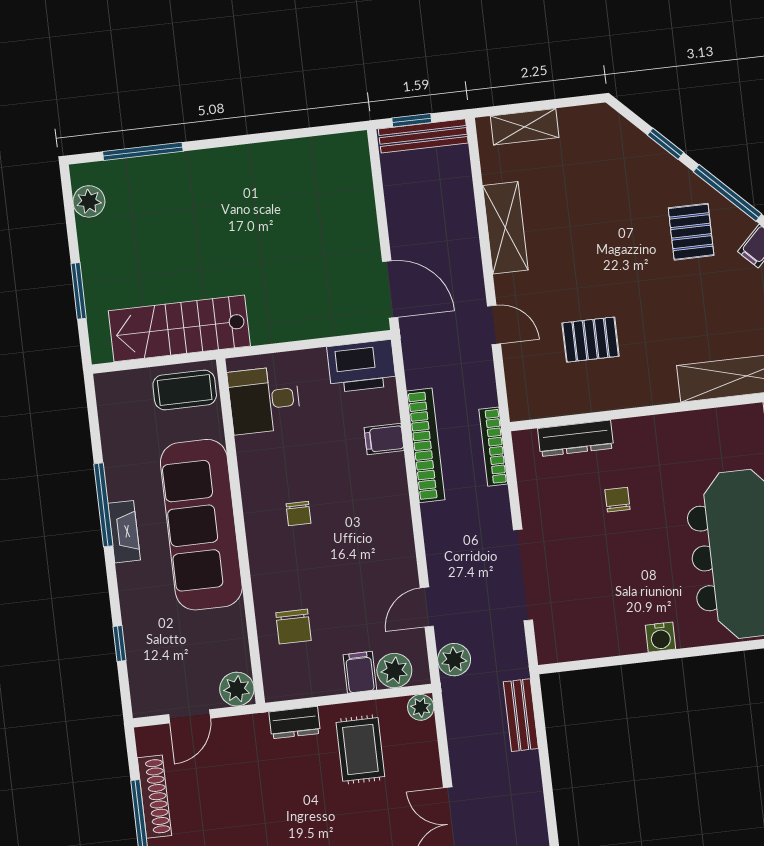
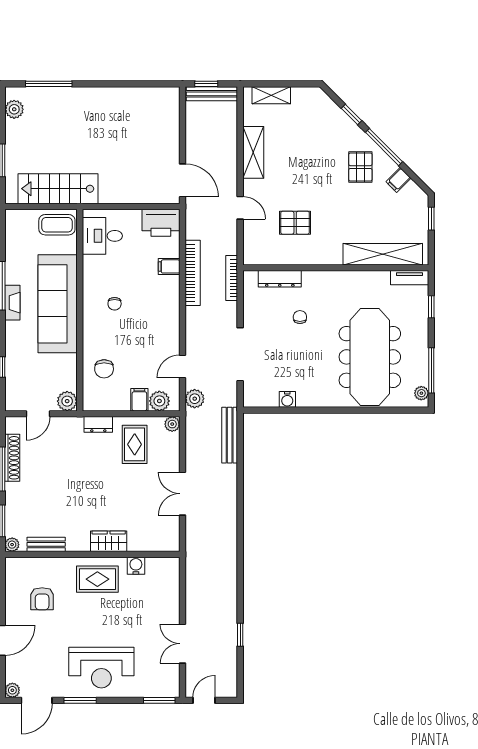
water cooler: (661, 637) -> (287, 399), moved
bench: (521, 715) -> (230, 435), width x1.36

